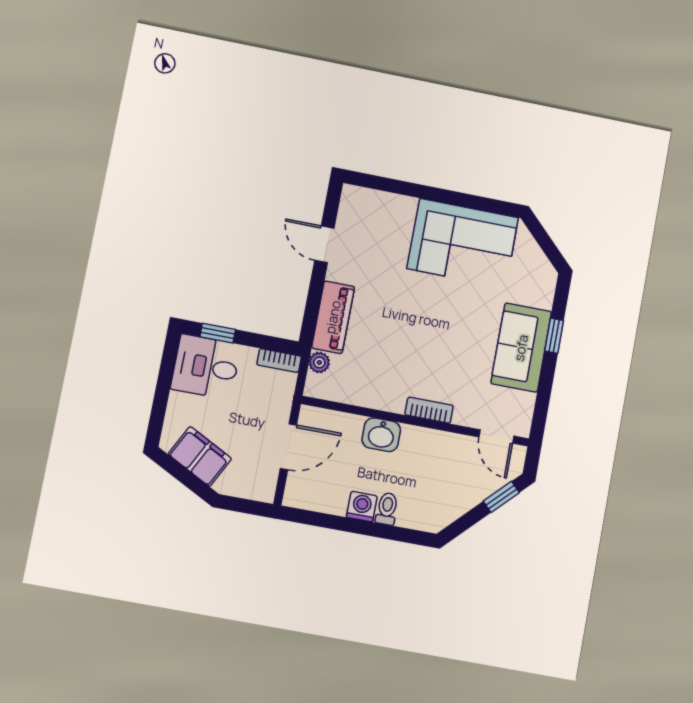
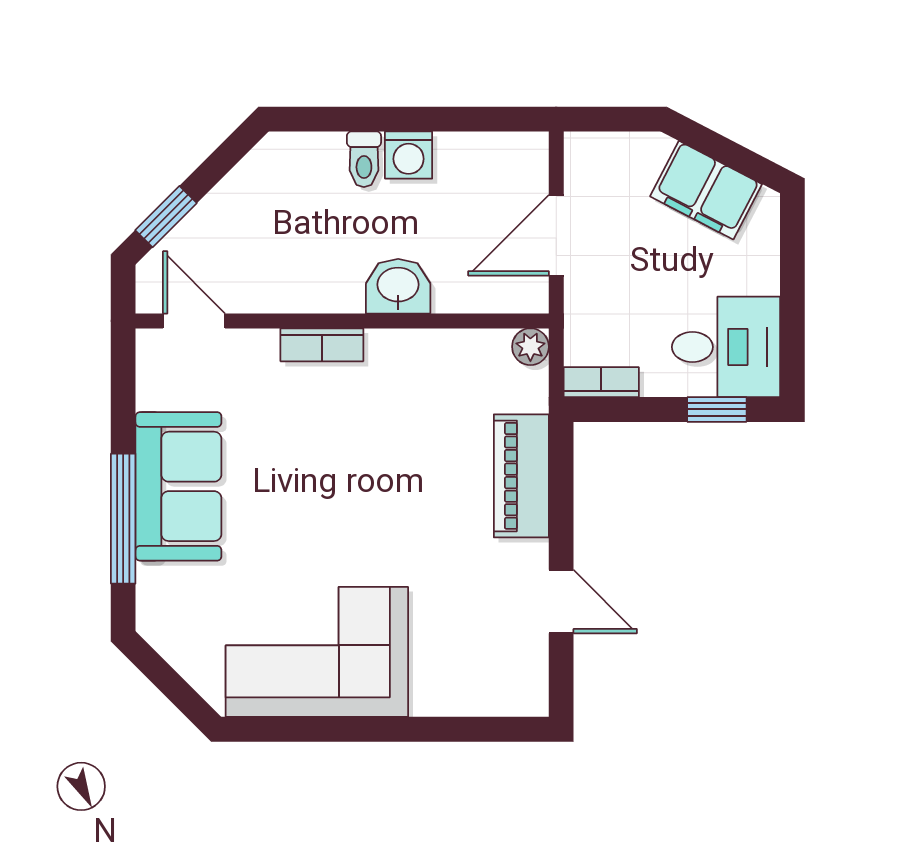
window: (554, 336) -> (123, 519), width x2.17
plant: (319, 362) -> (530, 347), moved

